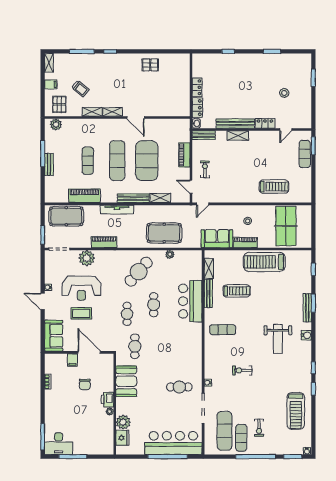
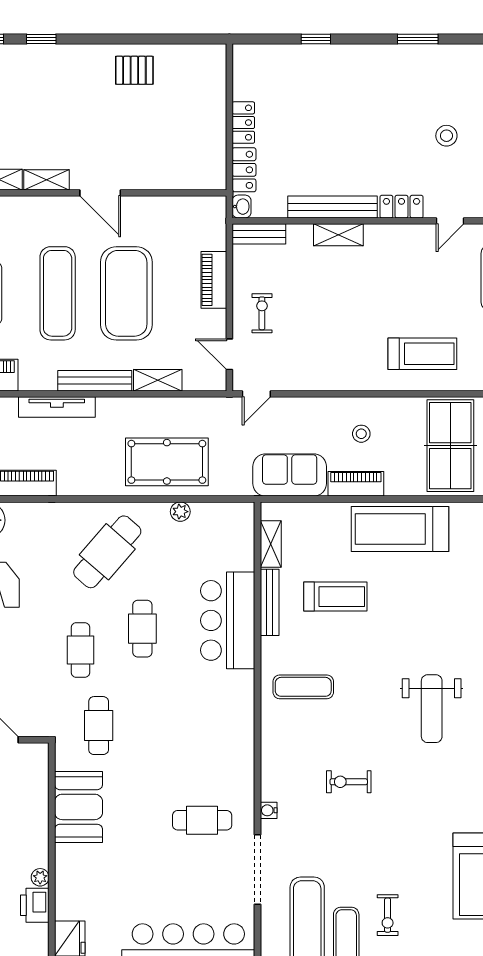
printer: (107, 399) -> (35, 905), moved
plant: (123, 422) -> (71, 902), removed

